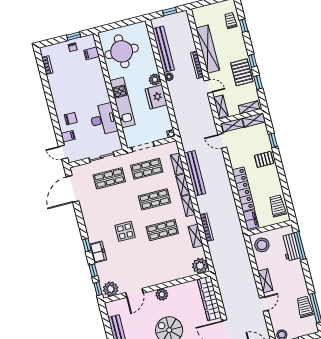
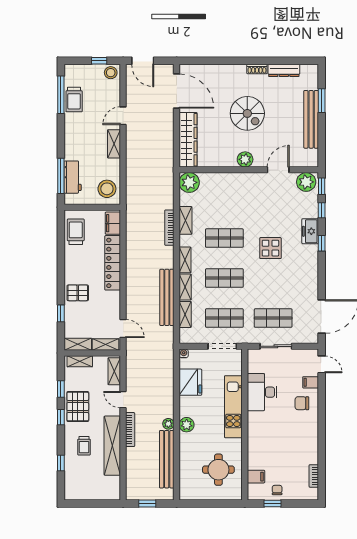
trolley: (231, 21) -> (84, 446), moved
round table: (122, 51) -> (218, 470), width x0.73, depth x0.73
fridge: (156, 97) -> (190, 382), moved
trolley: (278, 206) -> (76, 232), turned 180

